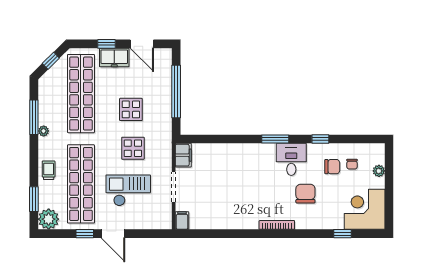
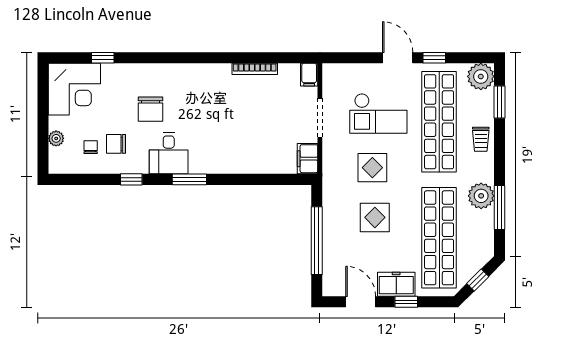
plant: (44, 131) -> (481, 196), width x1.88, depth x1.88
bookcase: (277, 225) -> (255, 69), moved

